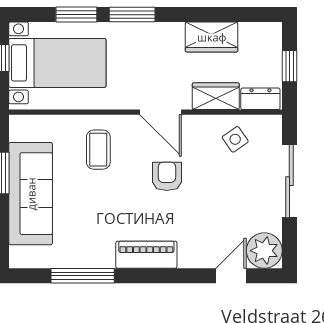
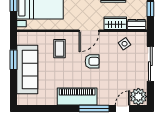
door: (161, 112) -> (89, 31), hinge flipped
armchair: (167, 176) -> (92, 61), turned 90
piano: (146, 255) -> (77, 96), width x1.37, depth x1.33
window: (83, 276) -> (94, 109), moved

